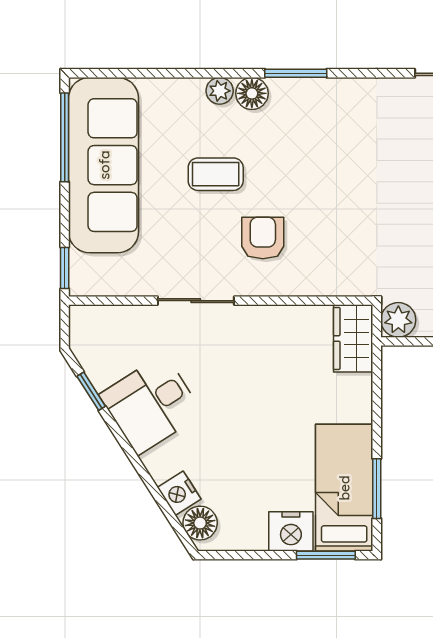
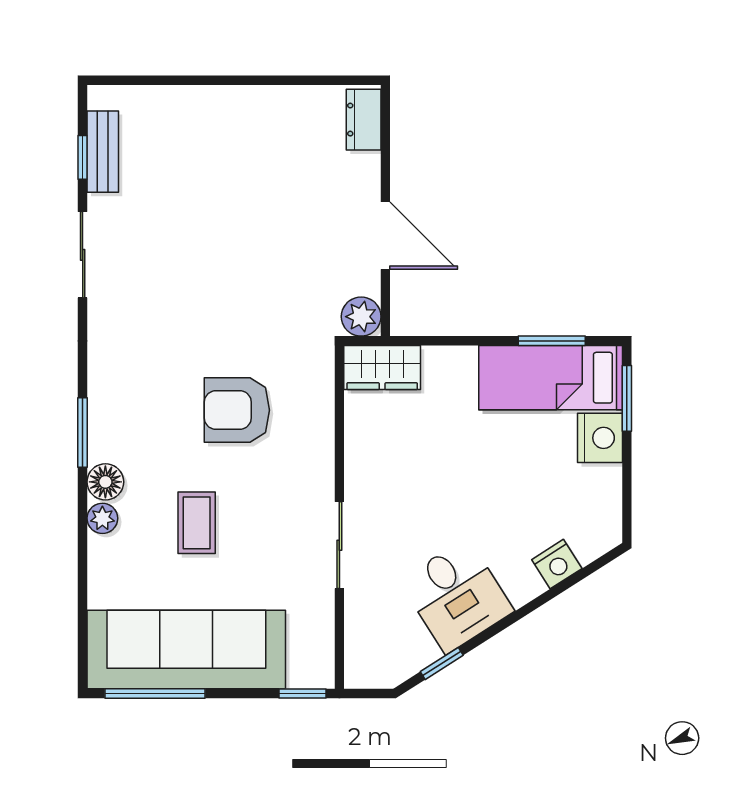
armchair: (263, 238) -> (237, 410), moved, width x1.38, depth x1.38
floor lamp: (200, 523) -> (591, 540), removed

